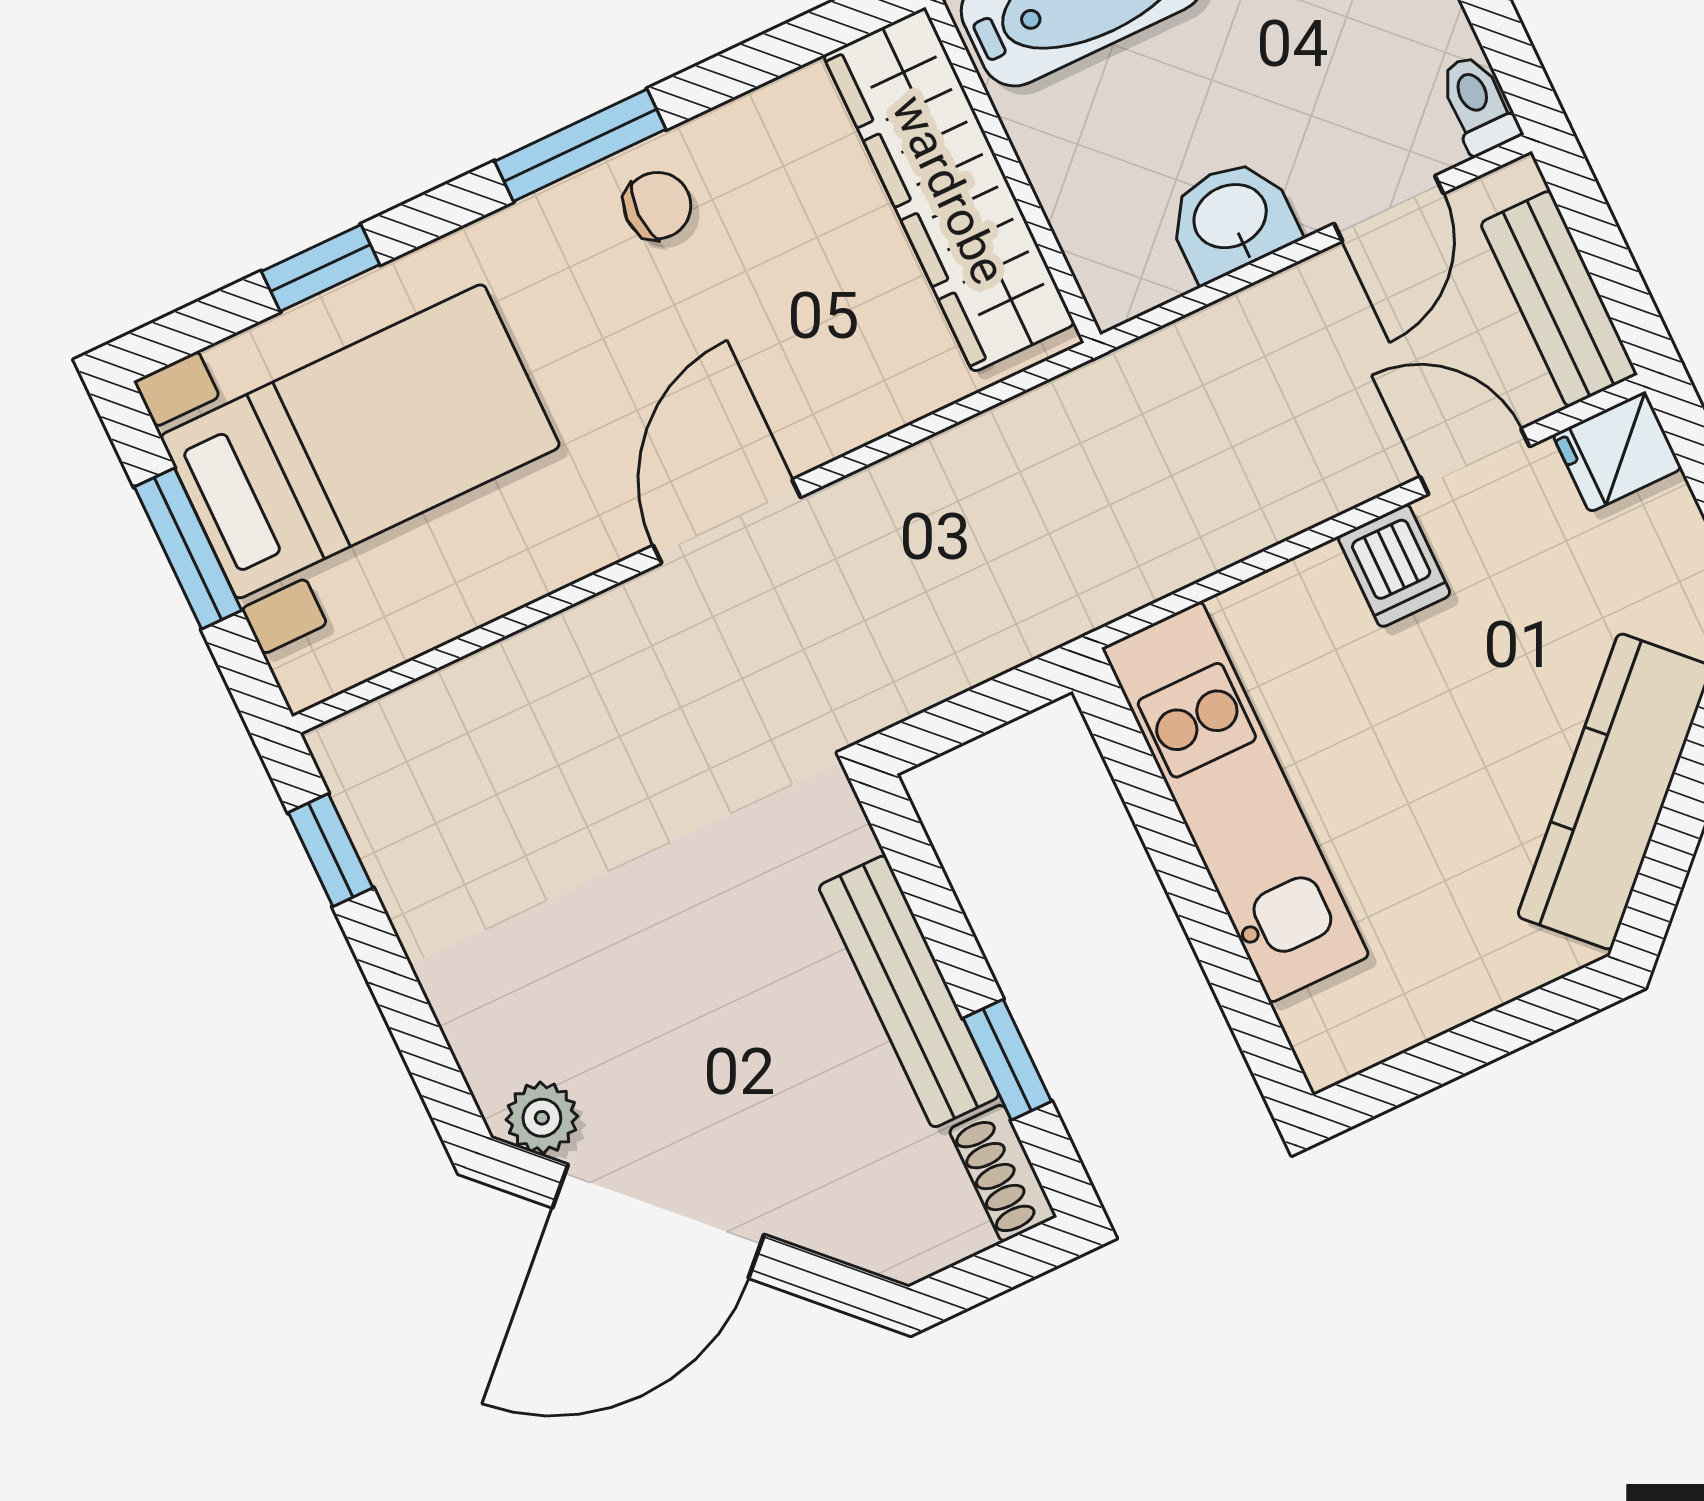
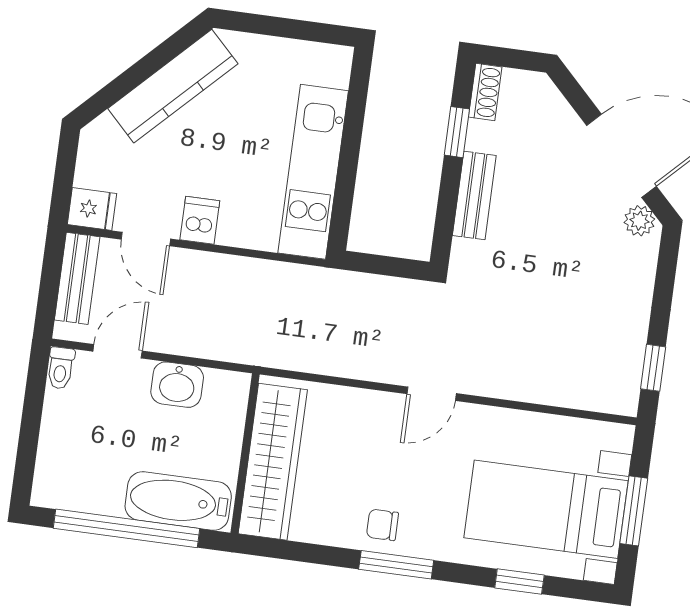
door: (727, 521) -> (432, 394), width x0.73
bench: (909, 991) -> (474, 195), width x0.73

